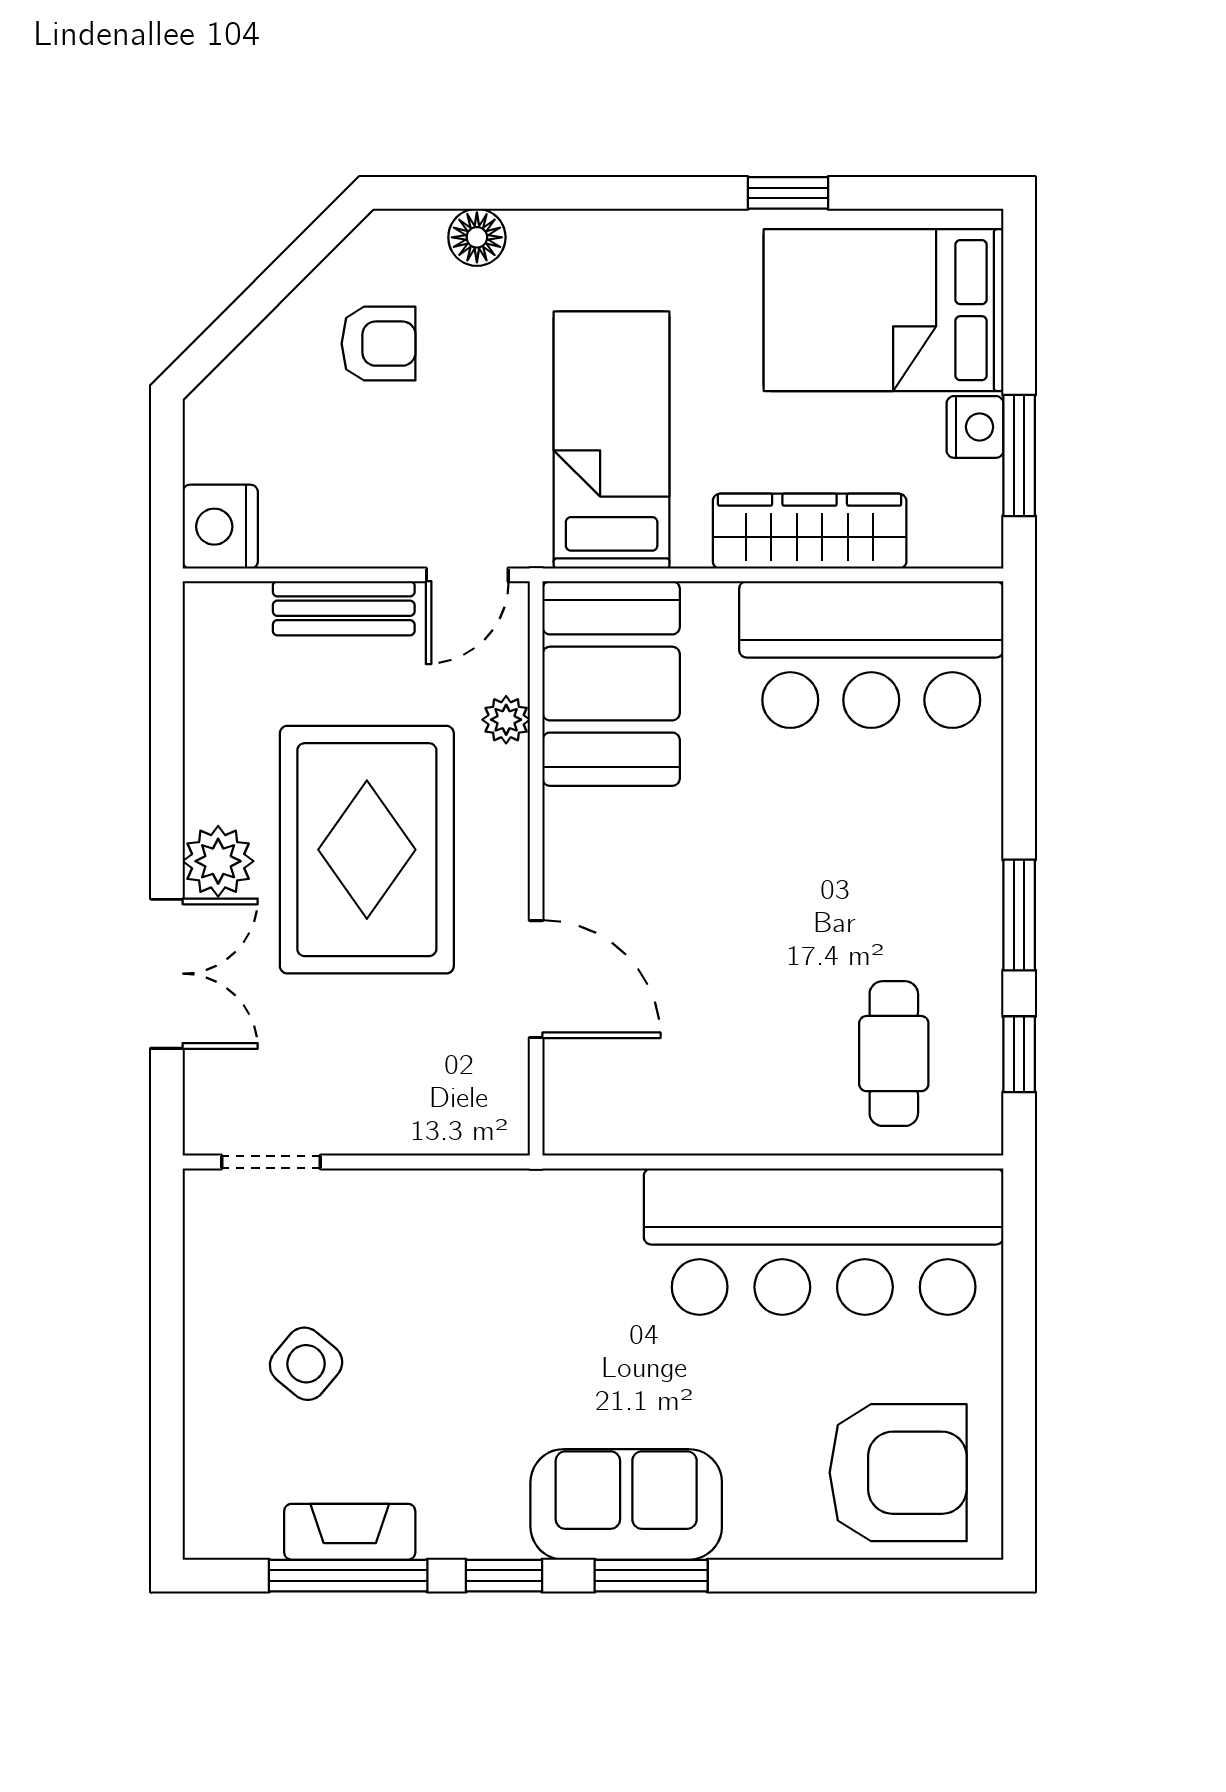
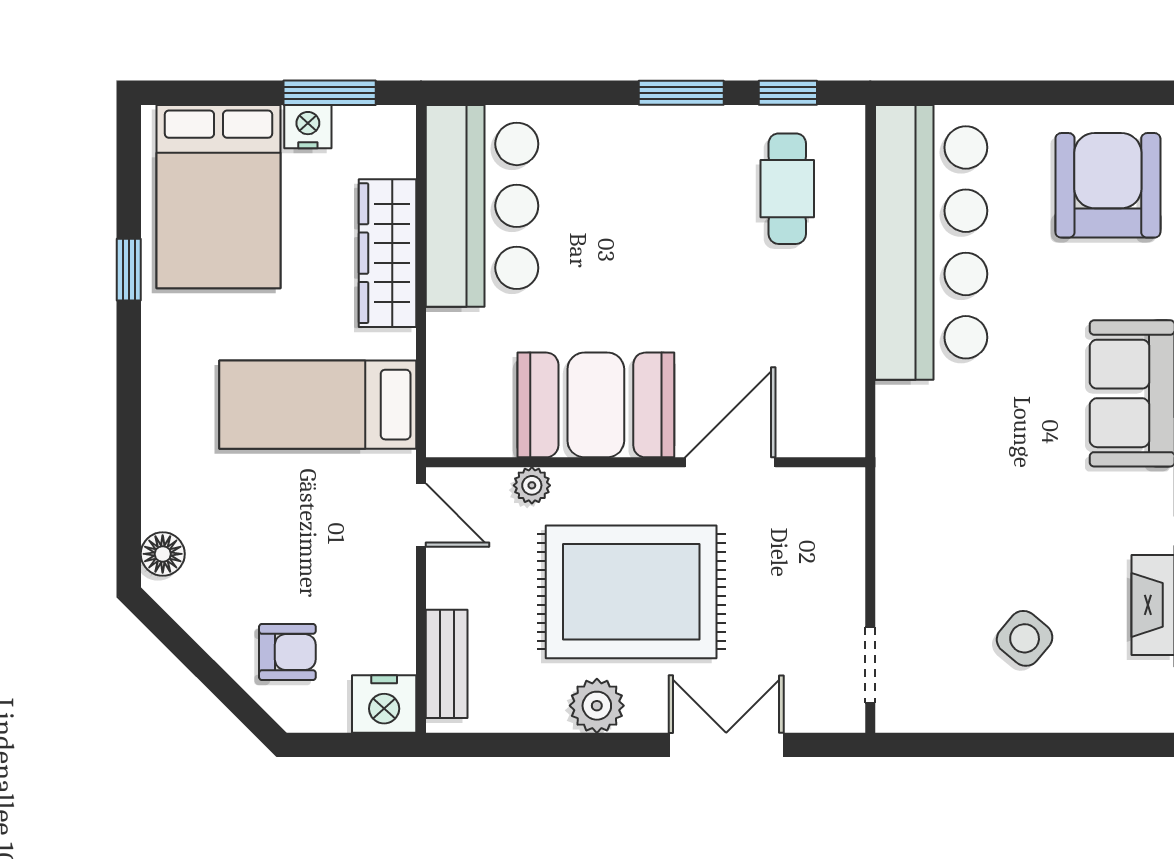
floor lamp: (477, 237) -> (163, 554), moved
armchair: (379, 344) -> (287, 652), moved, turned 90
bench: (344, 608) -> (447, 664), moved
booth: (611, 684) -> (596, 405), moved
plant: (218, 861) -> (597, 706), moved
cafe table: (894, 1054) -> (787, 189), turned 90

